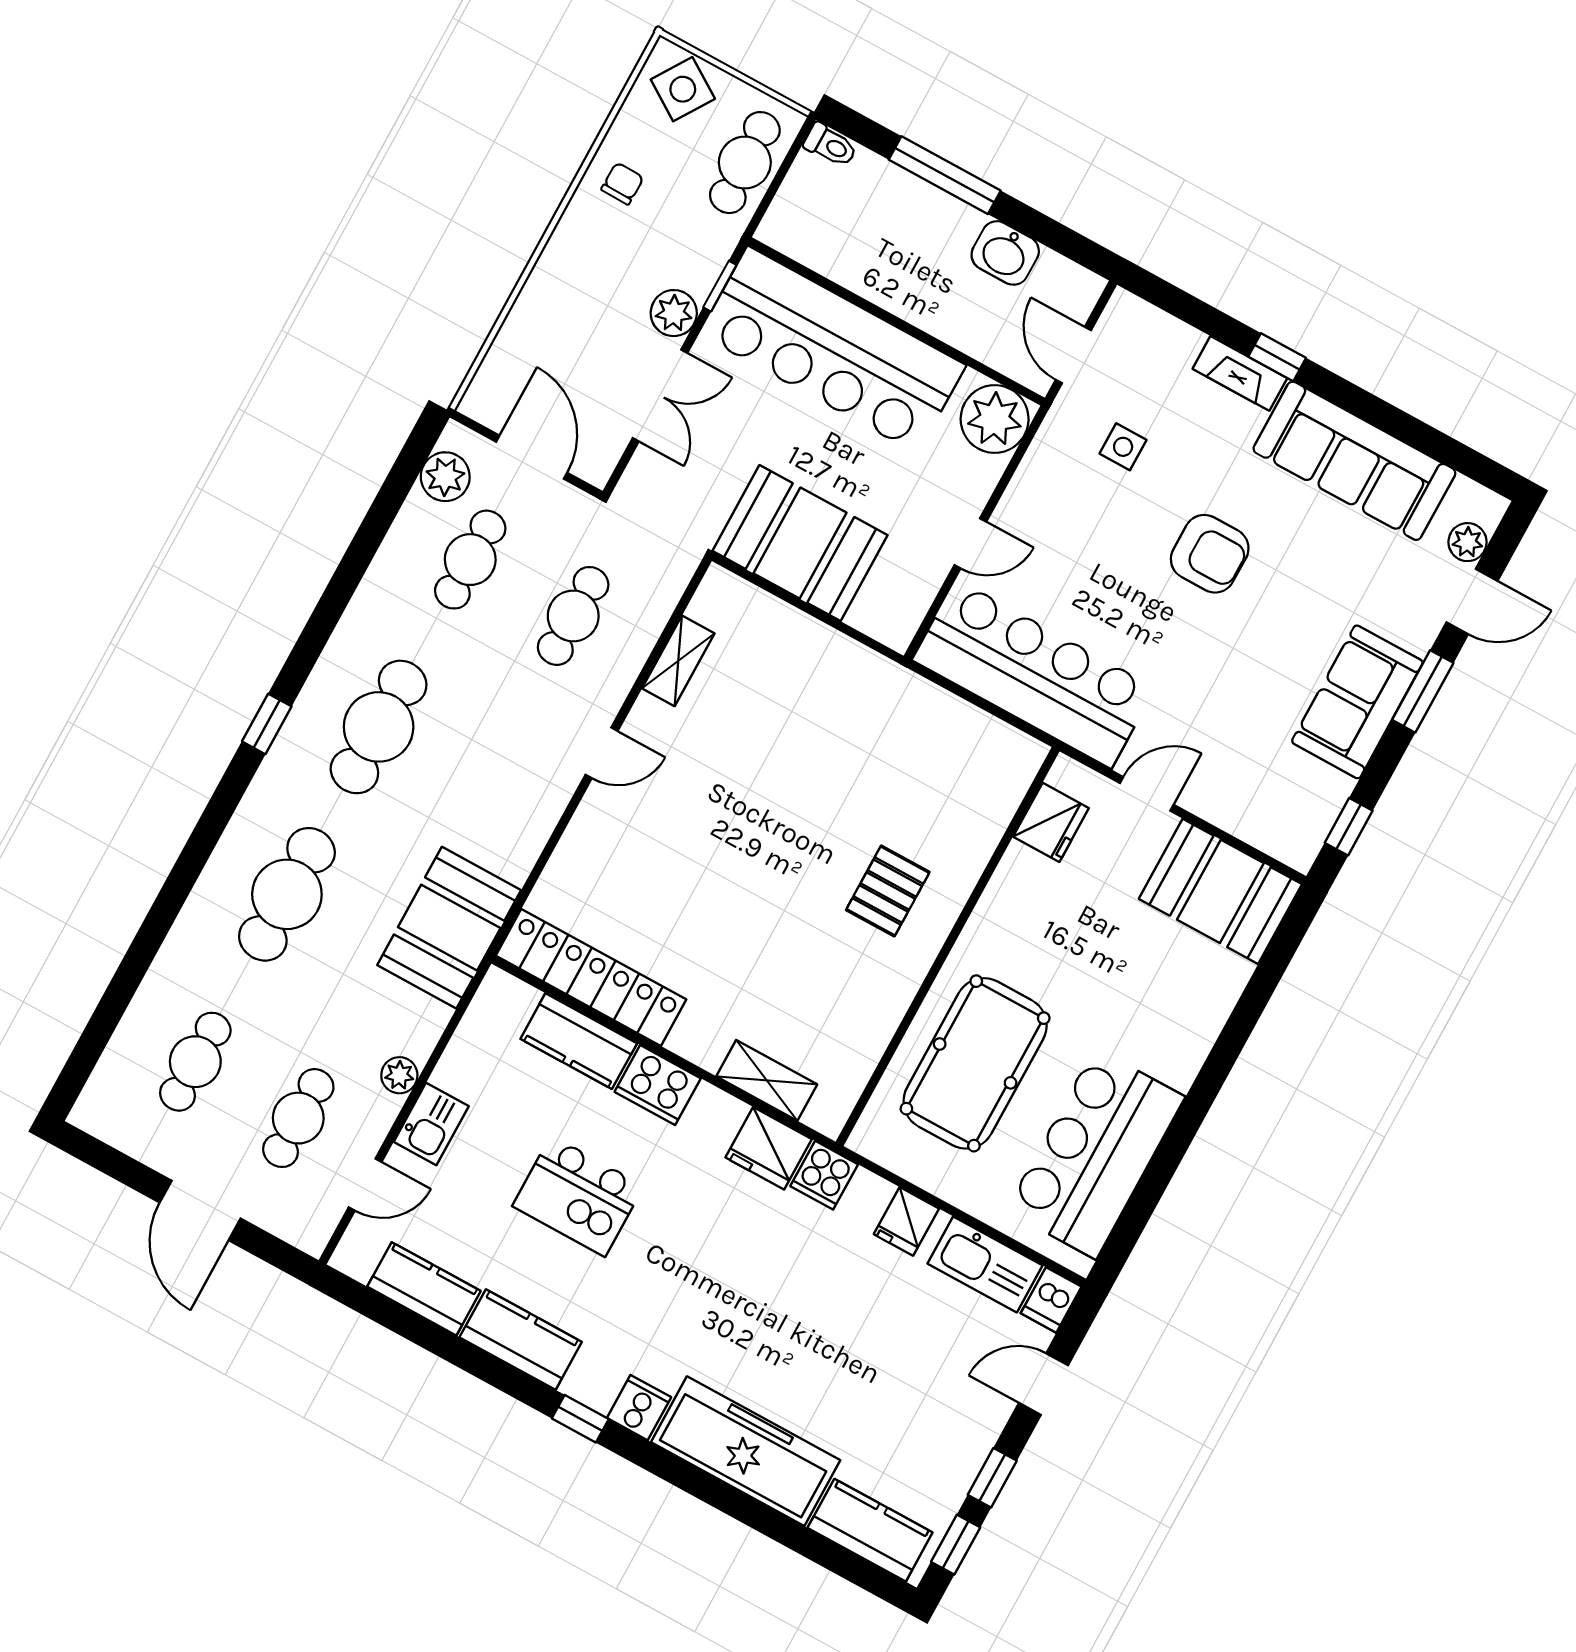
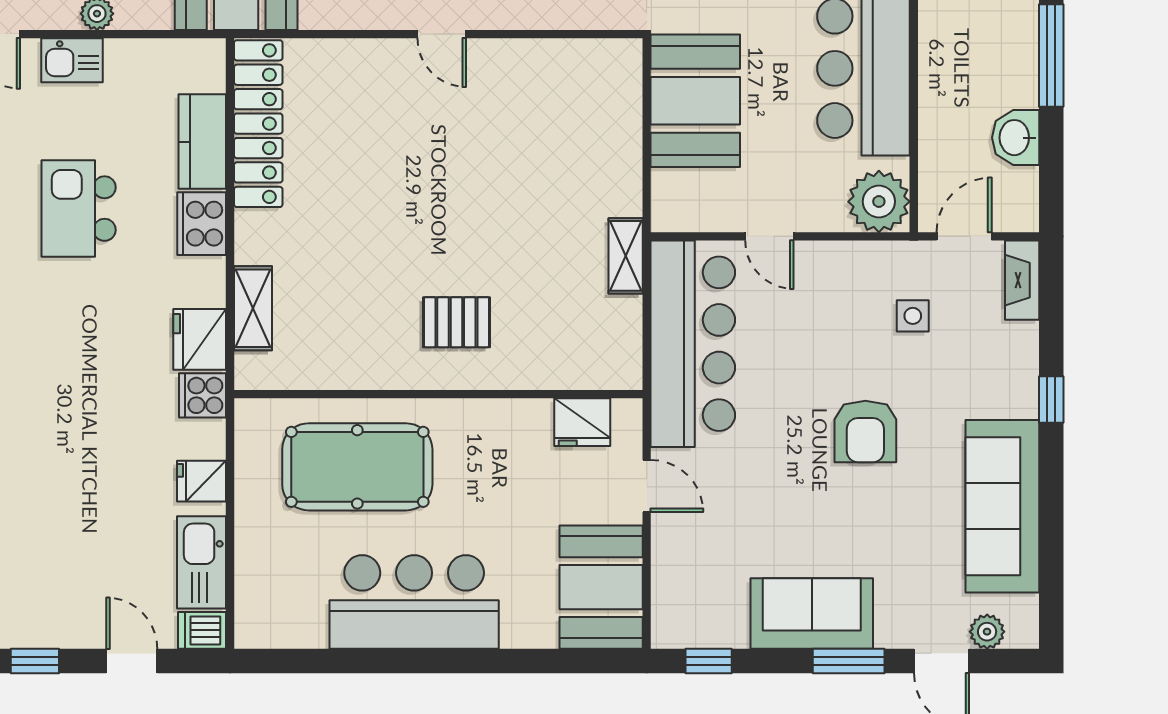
fireplace: (1240, 373) -> (1022, 280), moved
shelving: (678, 661) -> (626, 256), moved, turned 90
bar counter: (1095, 1154) -> (414, 602), moved

